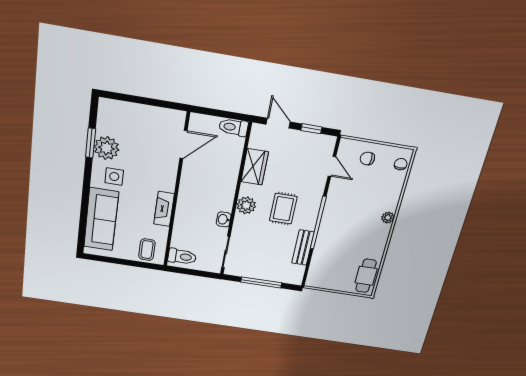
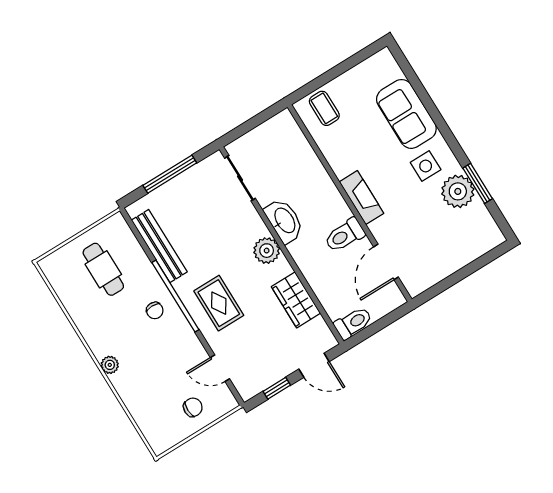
chair: (401, 164) -> (155, 311), moved
fireplace: (164, 209) -> (362, 198), moved
rug: (283, 209) -> (219, 303), moved
sofa: (101, 219) -> (406, 114), width x0.73
washbasin: (224, 219) -> (284, 221), width x1.91, depth x1.45
bench: (303, 248) -> (159, 246), width x1.36
toilet: (182, 257) -> (345, 235), moved
cafe table: (366, 276) -> (103, 269), moved

